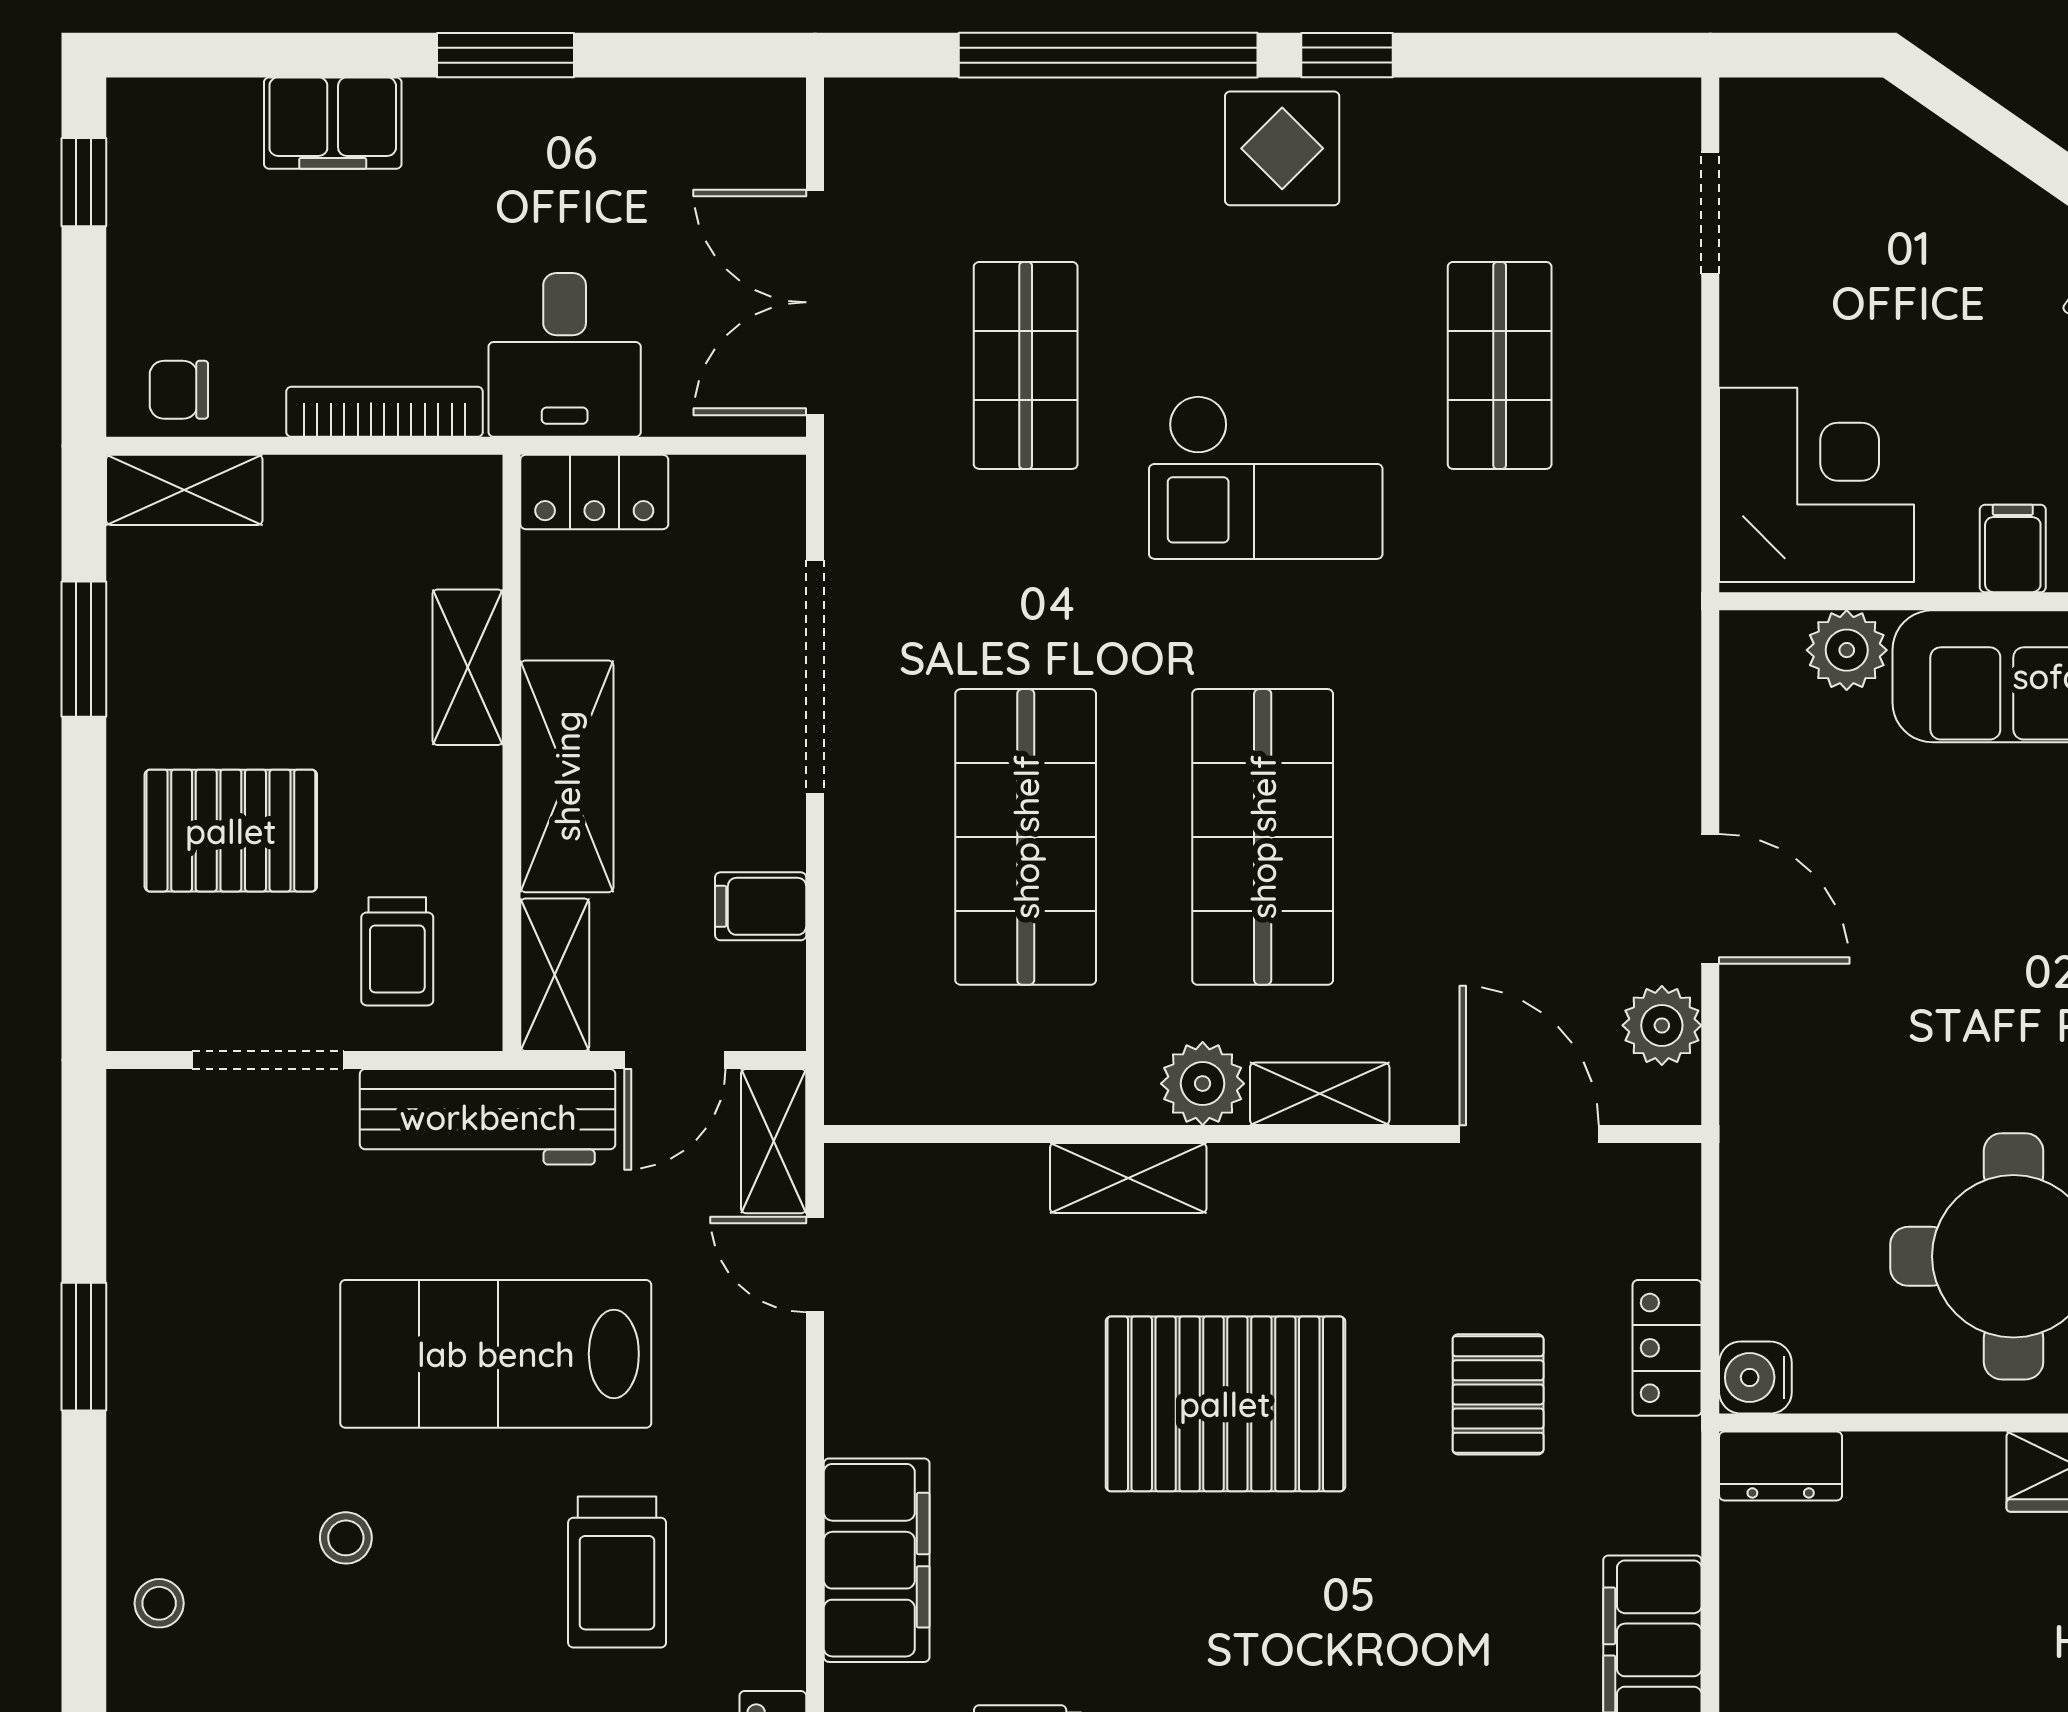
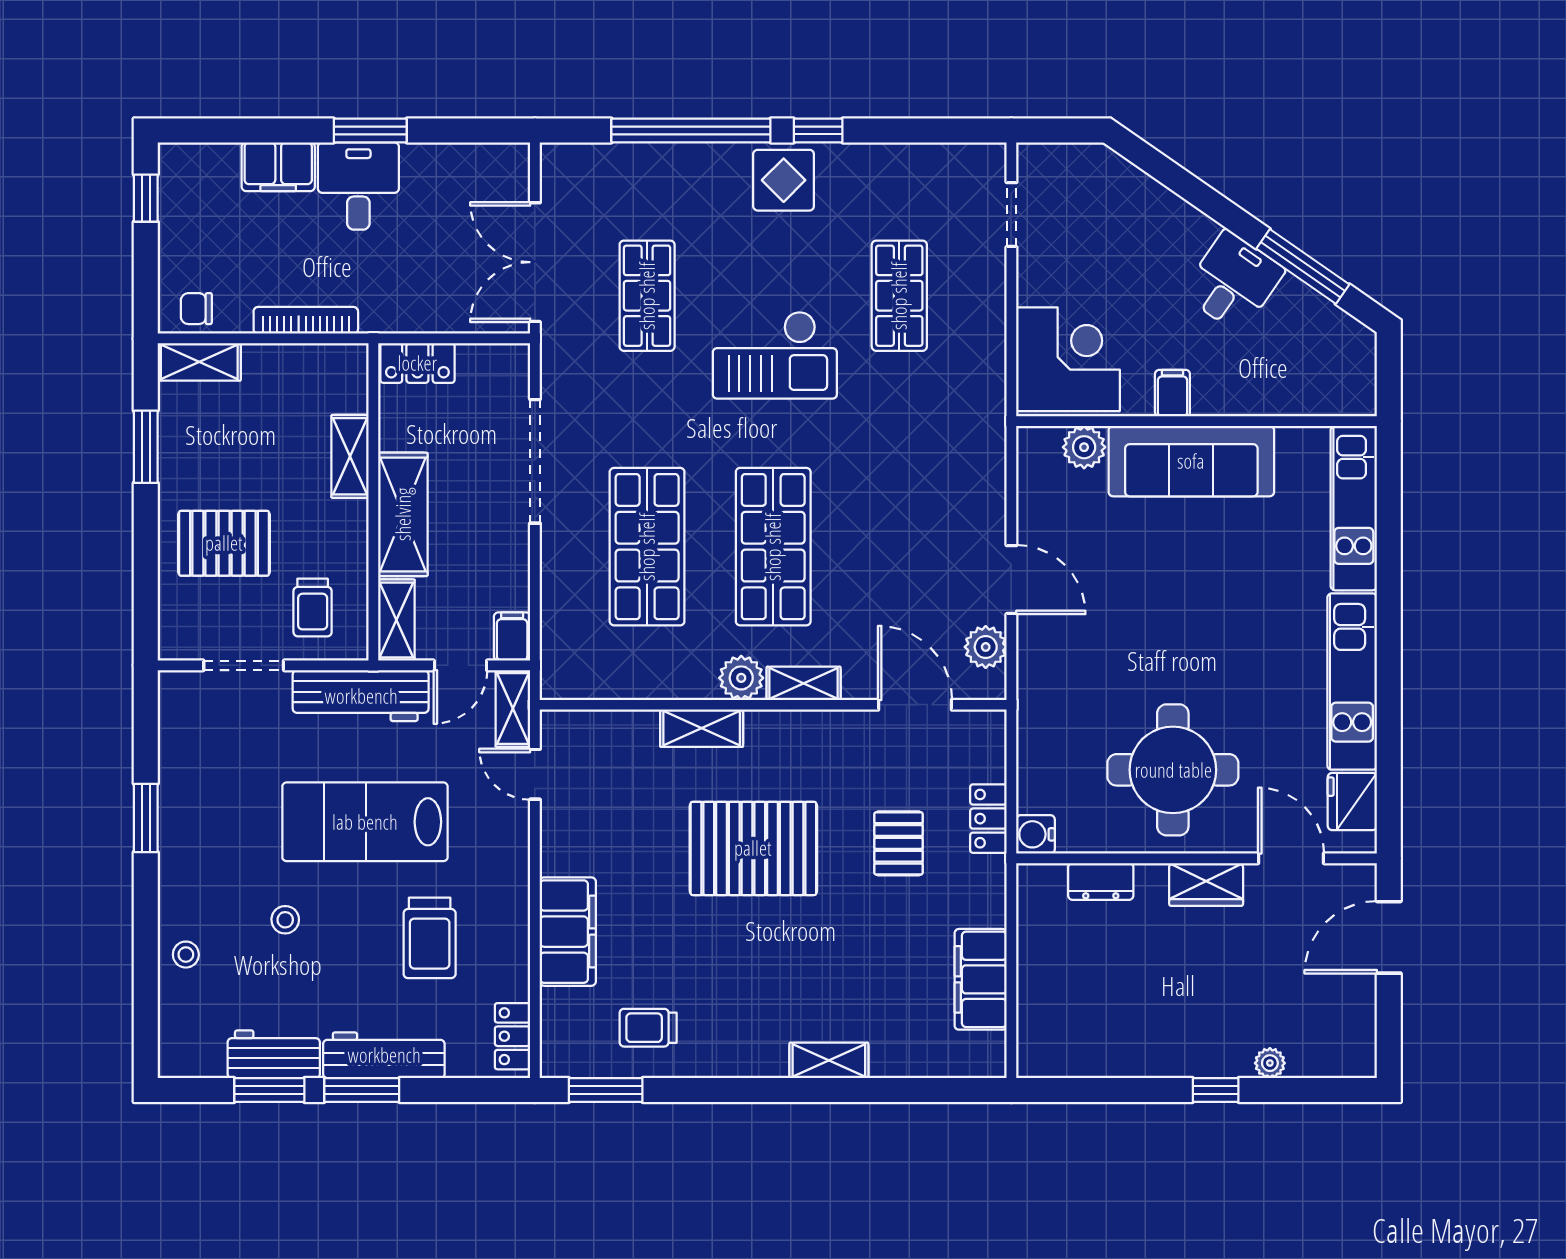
desk: (565, 355) -> (358, 186), moved, turned 180
filing cabinet: (761, 906) -> (512, 636), moved, turned 90
dresser: (1781, 1466) -> (1101, 881), moved

